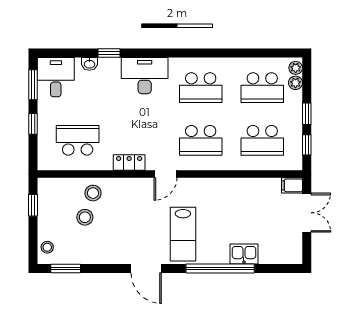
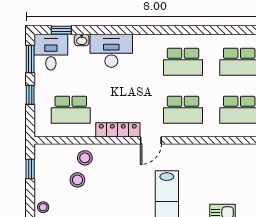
window: (109, 53) -> (61, 30), moved
desk: (145, 76) -> (111, 51), moved
school desk: (78, 140) -> (71, 110), turned 180
locker: (129, 163) -> (118, 130), width x1.53

